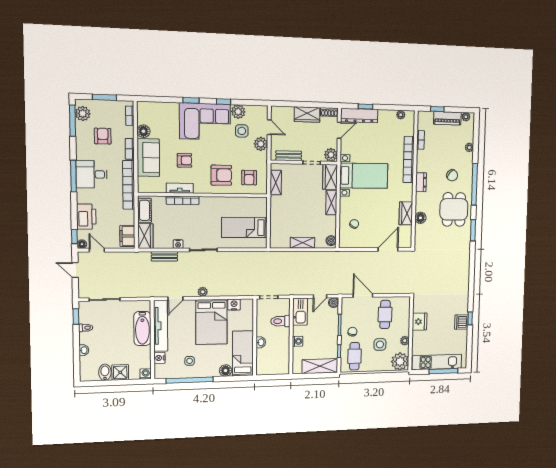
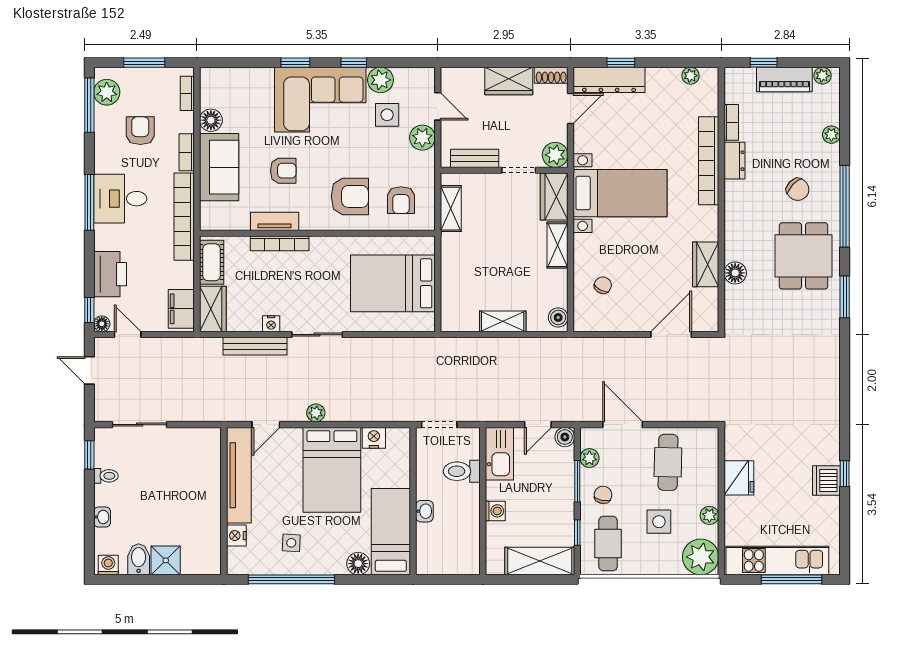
dresser: (421, 182) -> (734, 161), moved
bed: (244, 228) -> (393, 283), width x1.50
bench: (164, 256) -> (255, 346), width x1.36
plant: (346, 313) -> (589, 458), added
bathtub: (142, 328) -> (206, 479), removed
washing machine: (146, 374) -> (108, 565), moved

